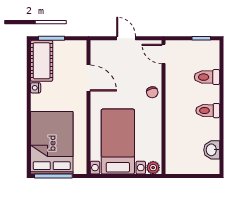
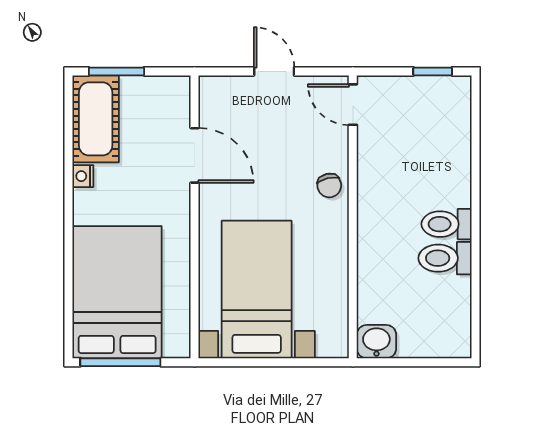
toilet: (207, 77) -> (445, 258), moved
washbasin: (212, 150) -> (376, 342), moved, turned 90
plant: (153, 168) -> (331, 345), removed

